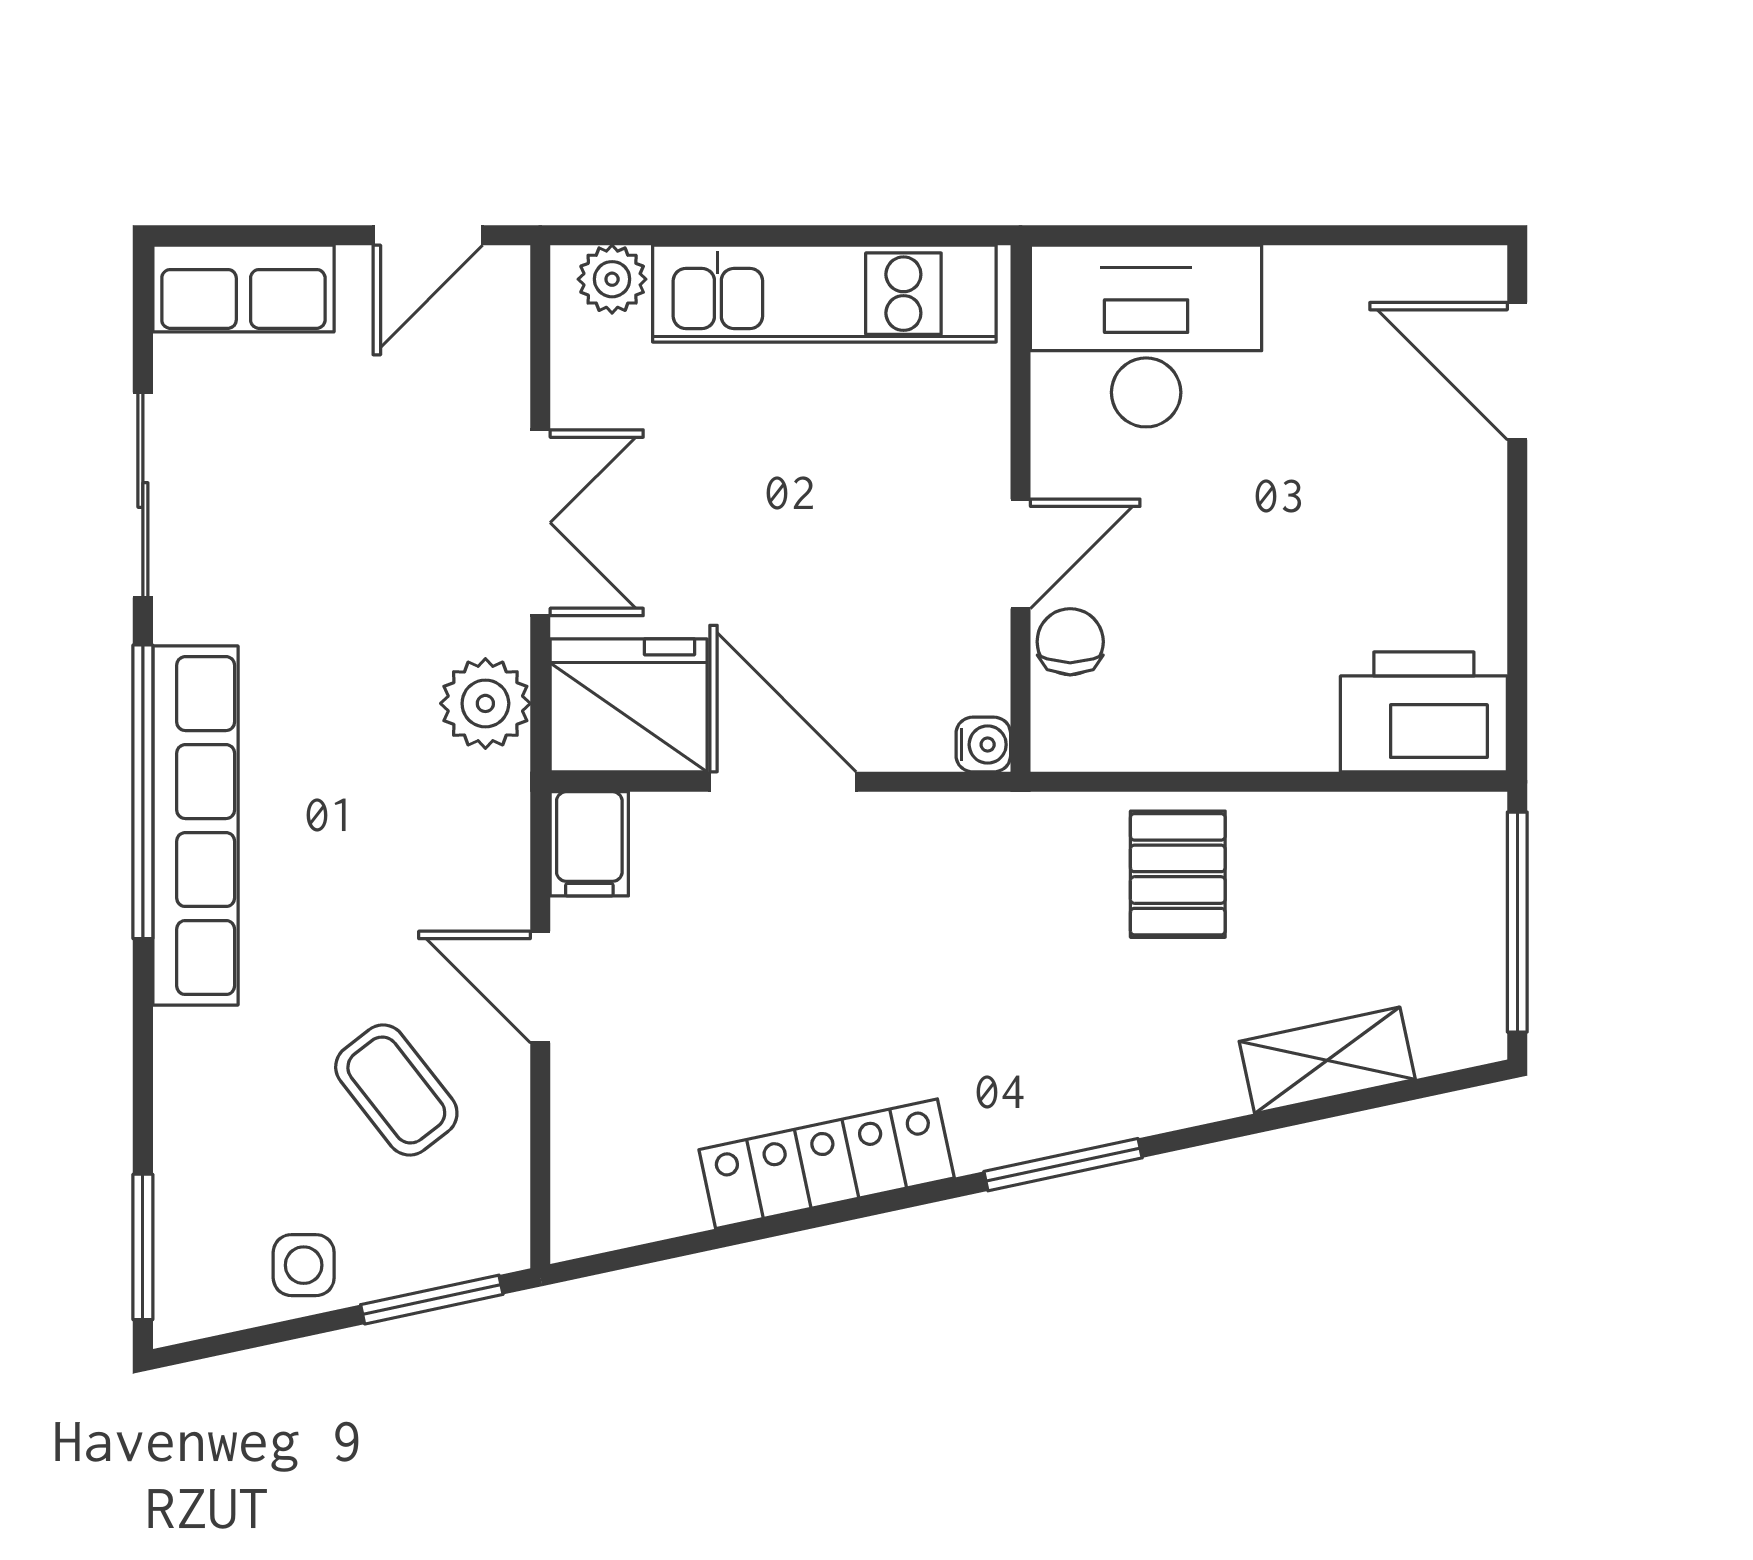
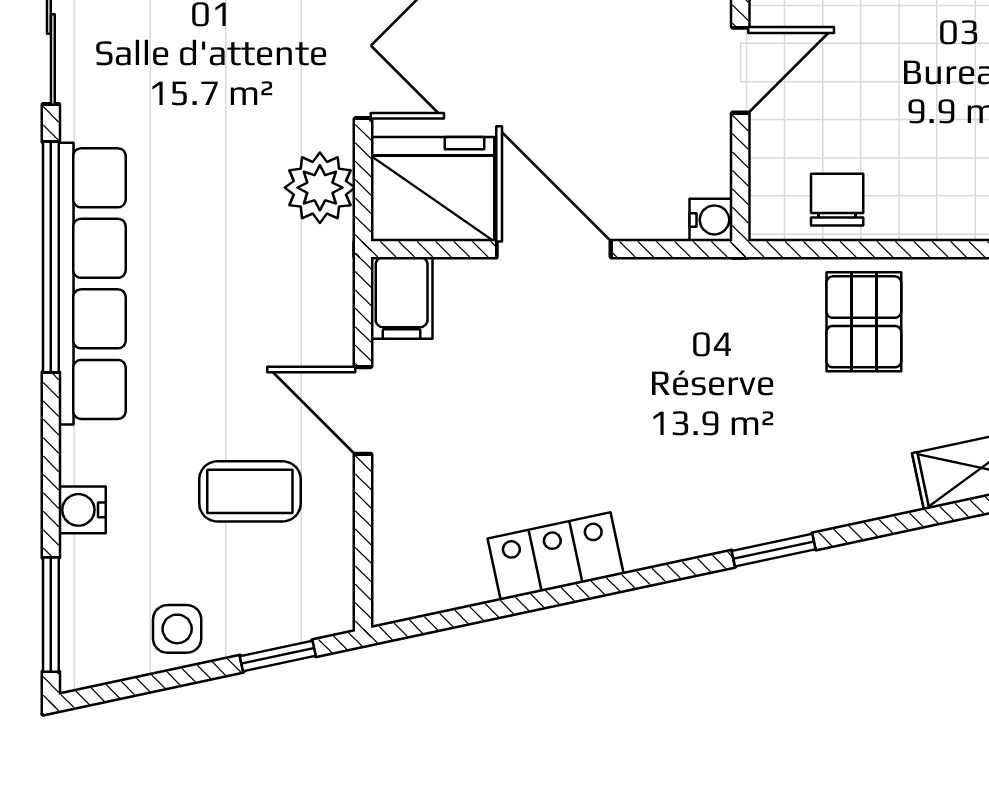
chair: (1070, 642) -> (837, 200), moved
coffee table: (396, 1090) -> (250, 491), turned -52
water cooler: (183, 1114) -> (82, 510), added
locker: (827, 1164) -> (556, 556), width x0.66
window: (1063, 1165) -> (774, 550), width x0.67
window: (432, 1300) -> (278, 656), width x0.67

